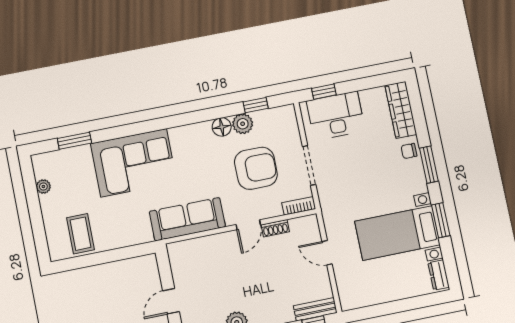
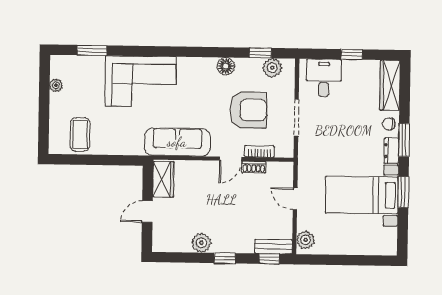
window: (324, 92) -> (352, 54), moved
desk: (336, 116) -> (324, 78), width x0.73
plant: (243, 124) -> (272, 68), moved
bookcase: (299, 206) -> (259, 151), moved
wardrobe: (181, 263) -> (163, 179), added
dresser: (439, 275) -> (391, 151), moved
plant: (348, 294) -> (306, 240), added

